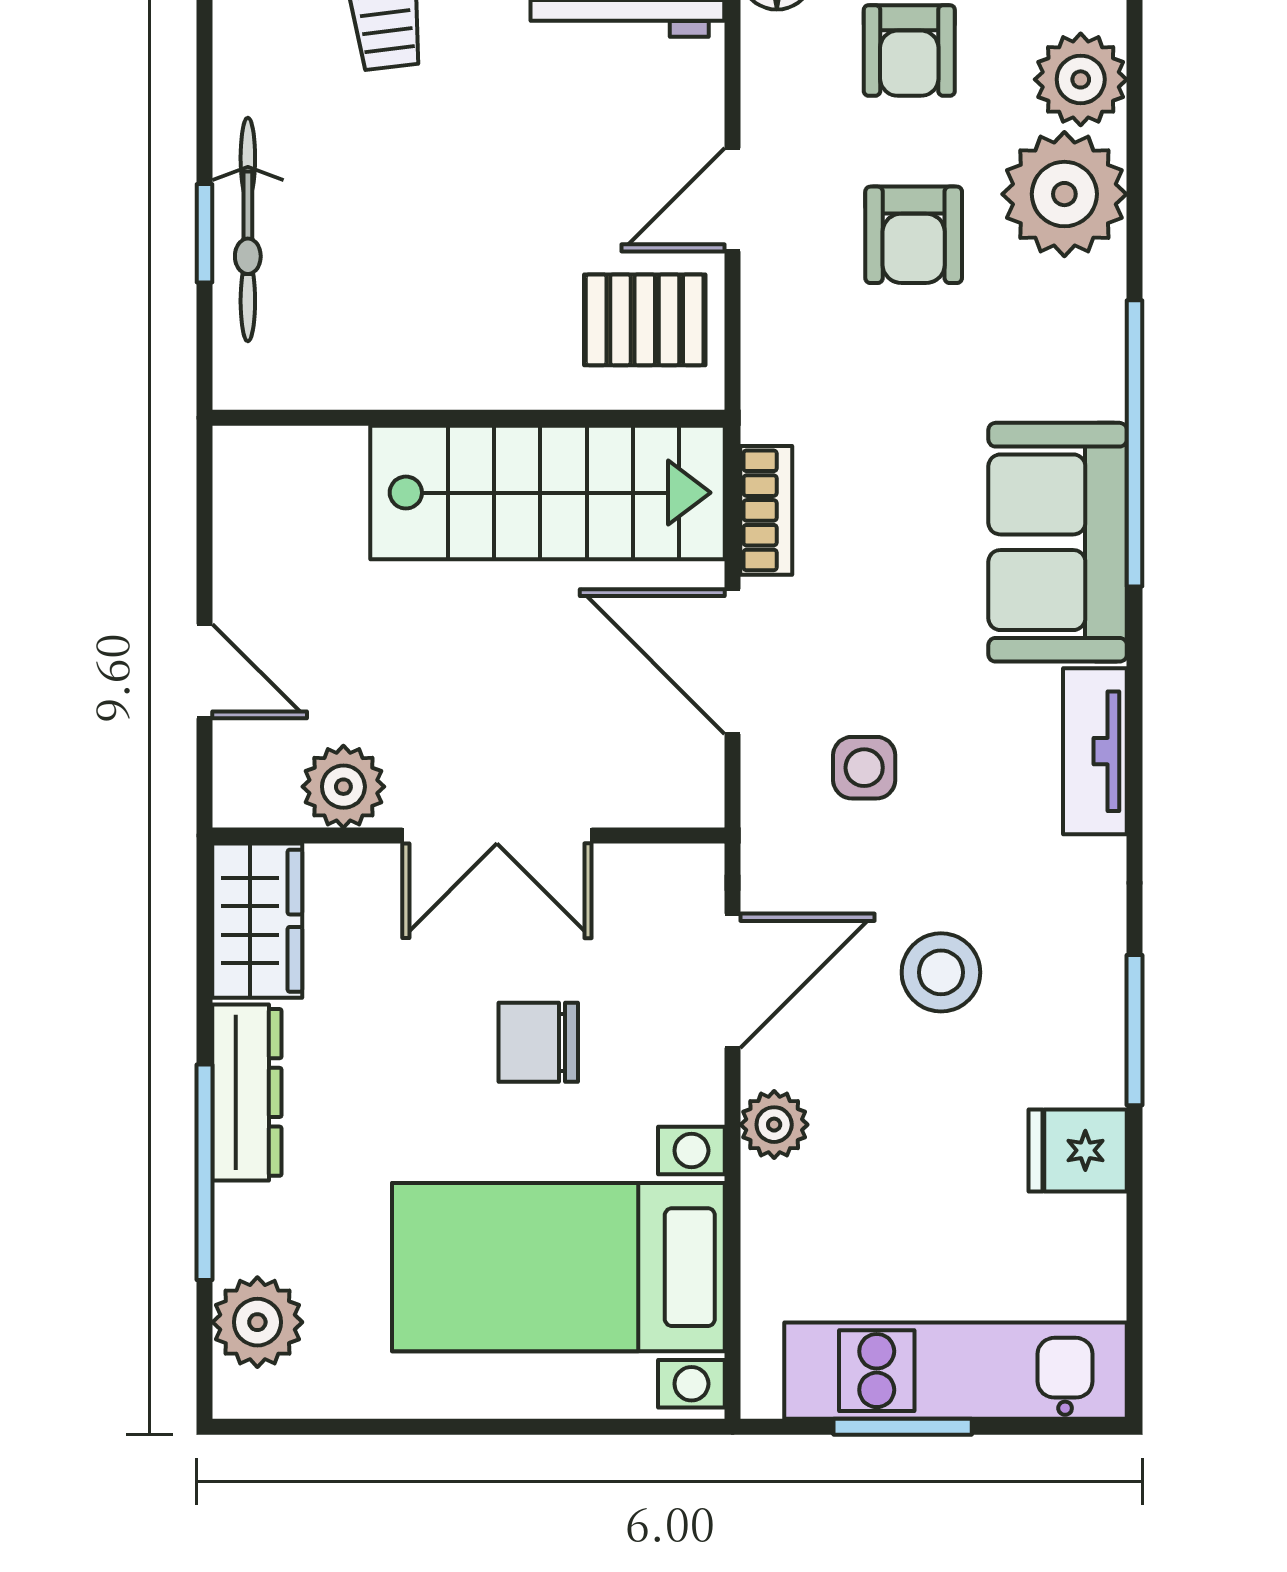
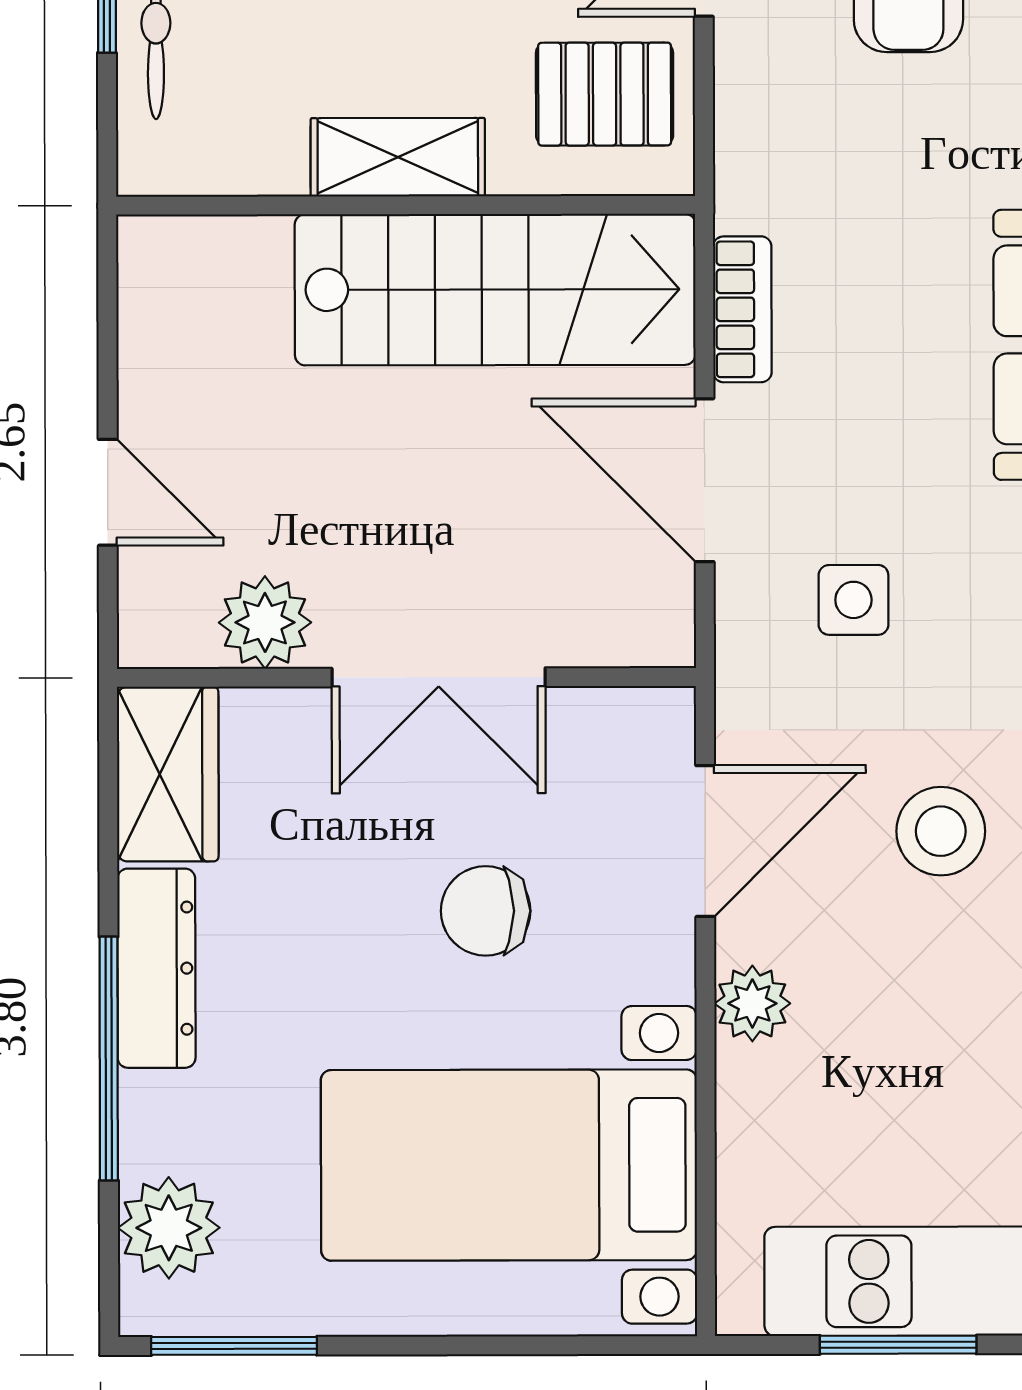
shelving: (462, 375) -> (398, 157), added
window: (315, 1427) -> (234, 1346), added

